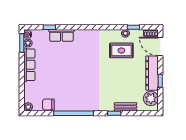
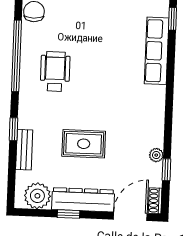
row of seats: (61, 35) -> (157, 51), width x1.48
rug: (121, 50) -> (84, 144), moved, turned 90
wheelchair: (81, 91) -> (55, 71), added

